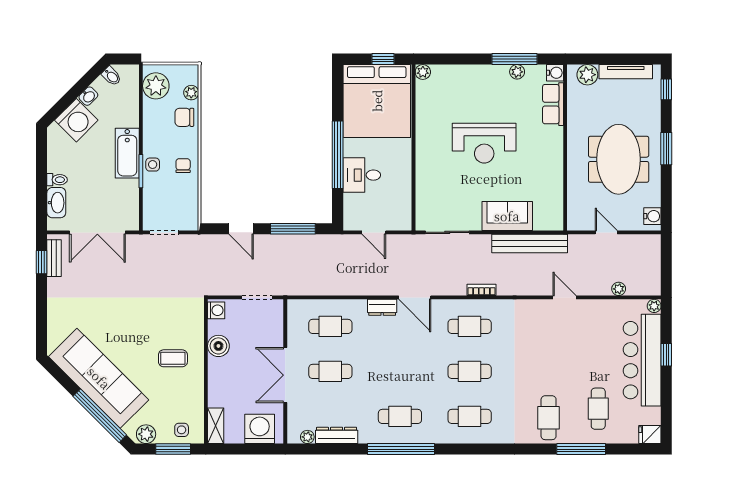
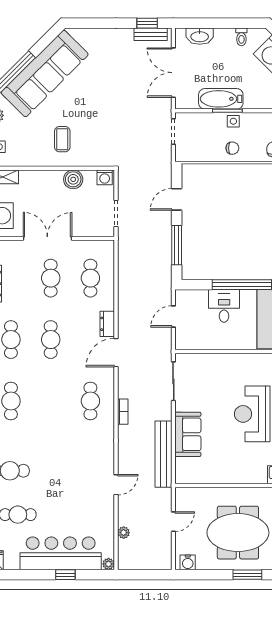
bathtub: (127, 153) -> (221, 99), moved
toilet: (57, 180) -> (241, 37), moved
cafe table: (470, 371) -> (51, 340), moved

